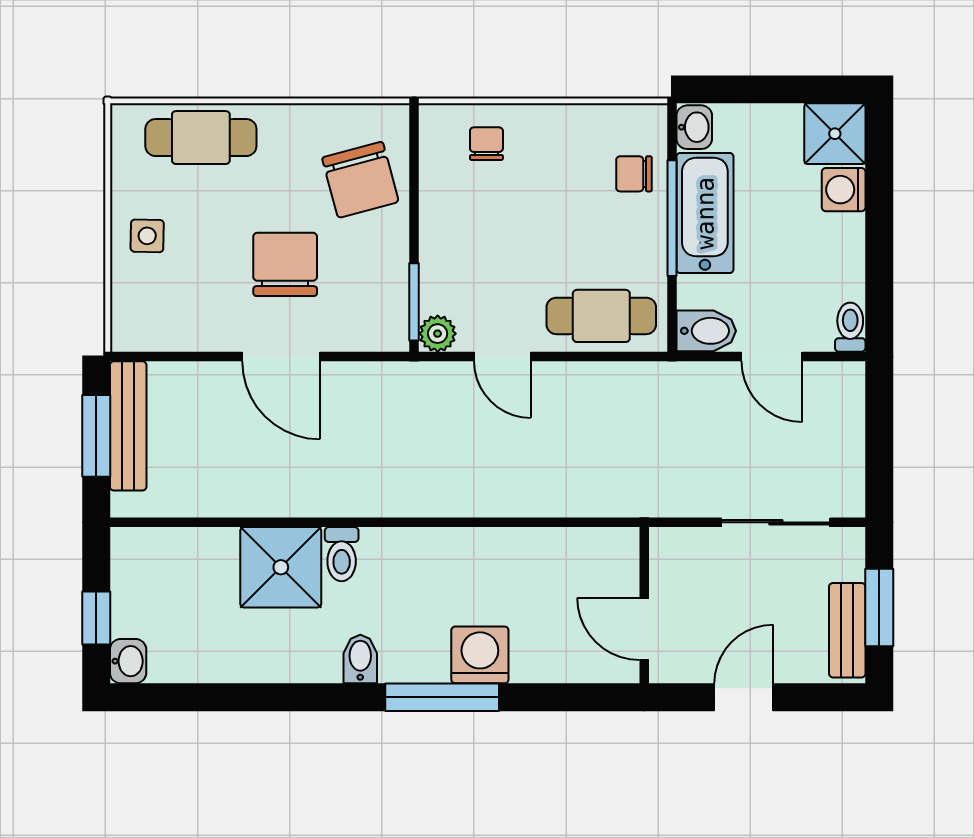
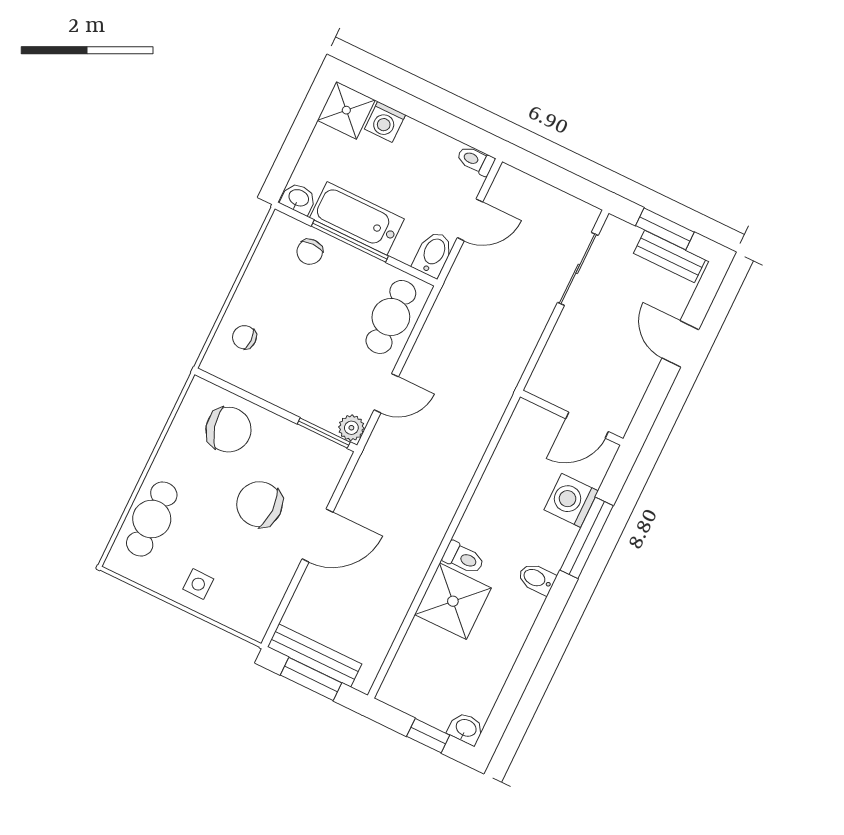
wall: (644, 605) -> (572, 418), moved
door: (644, 629) -> (587, 425), moved

